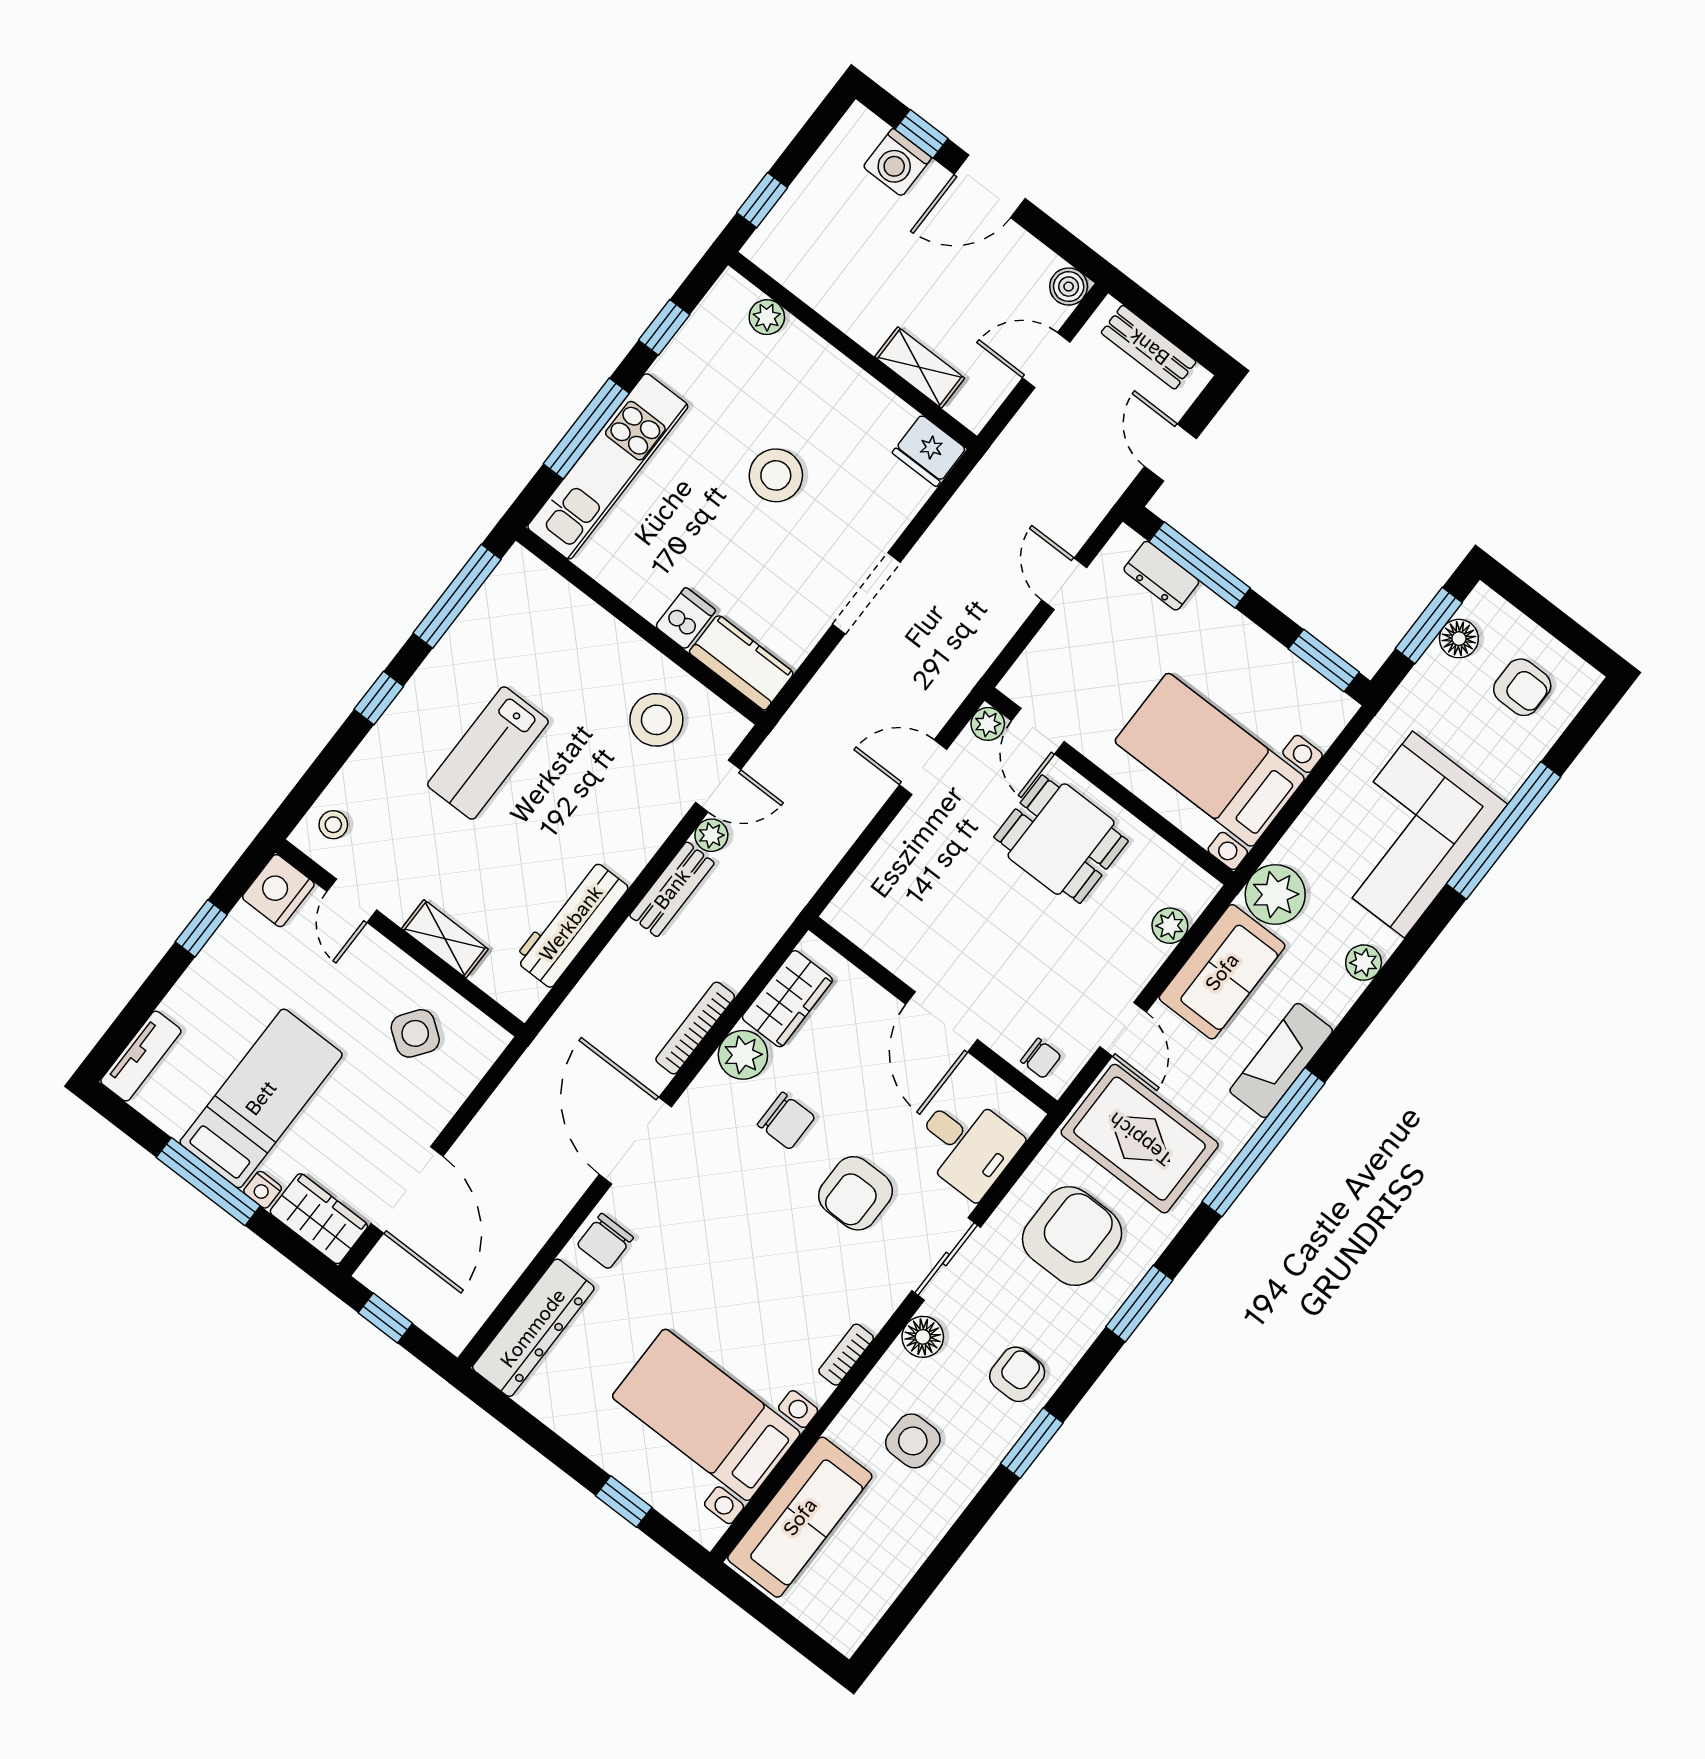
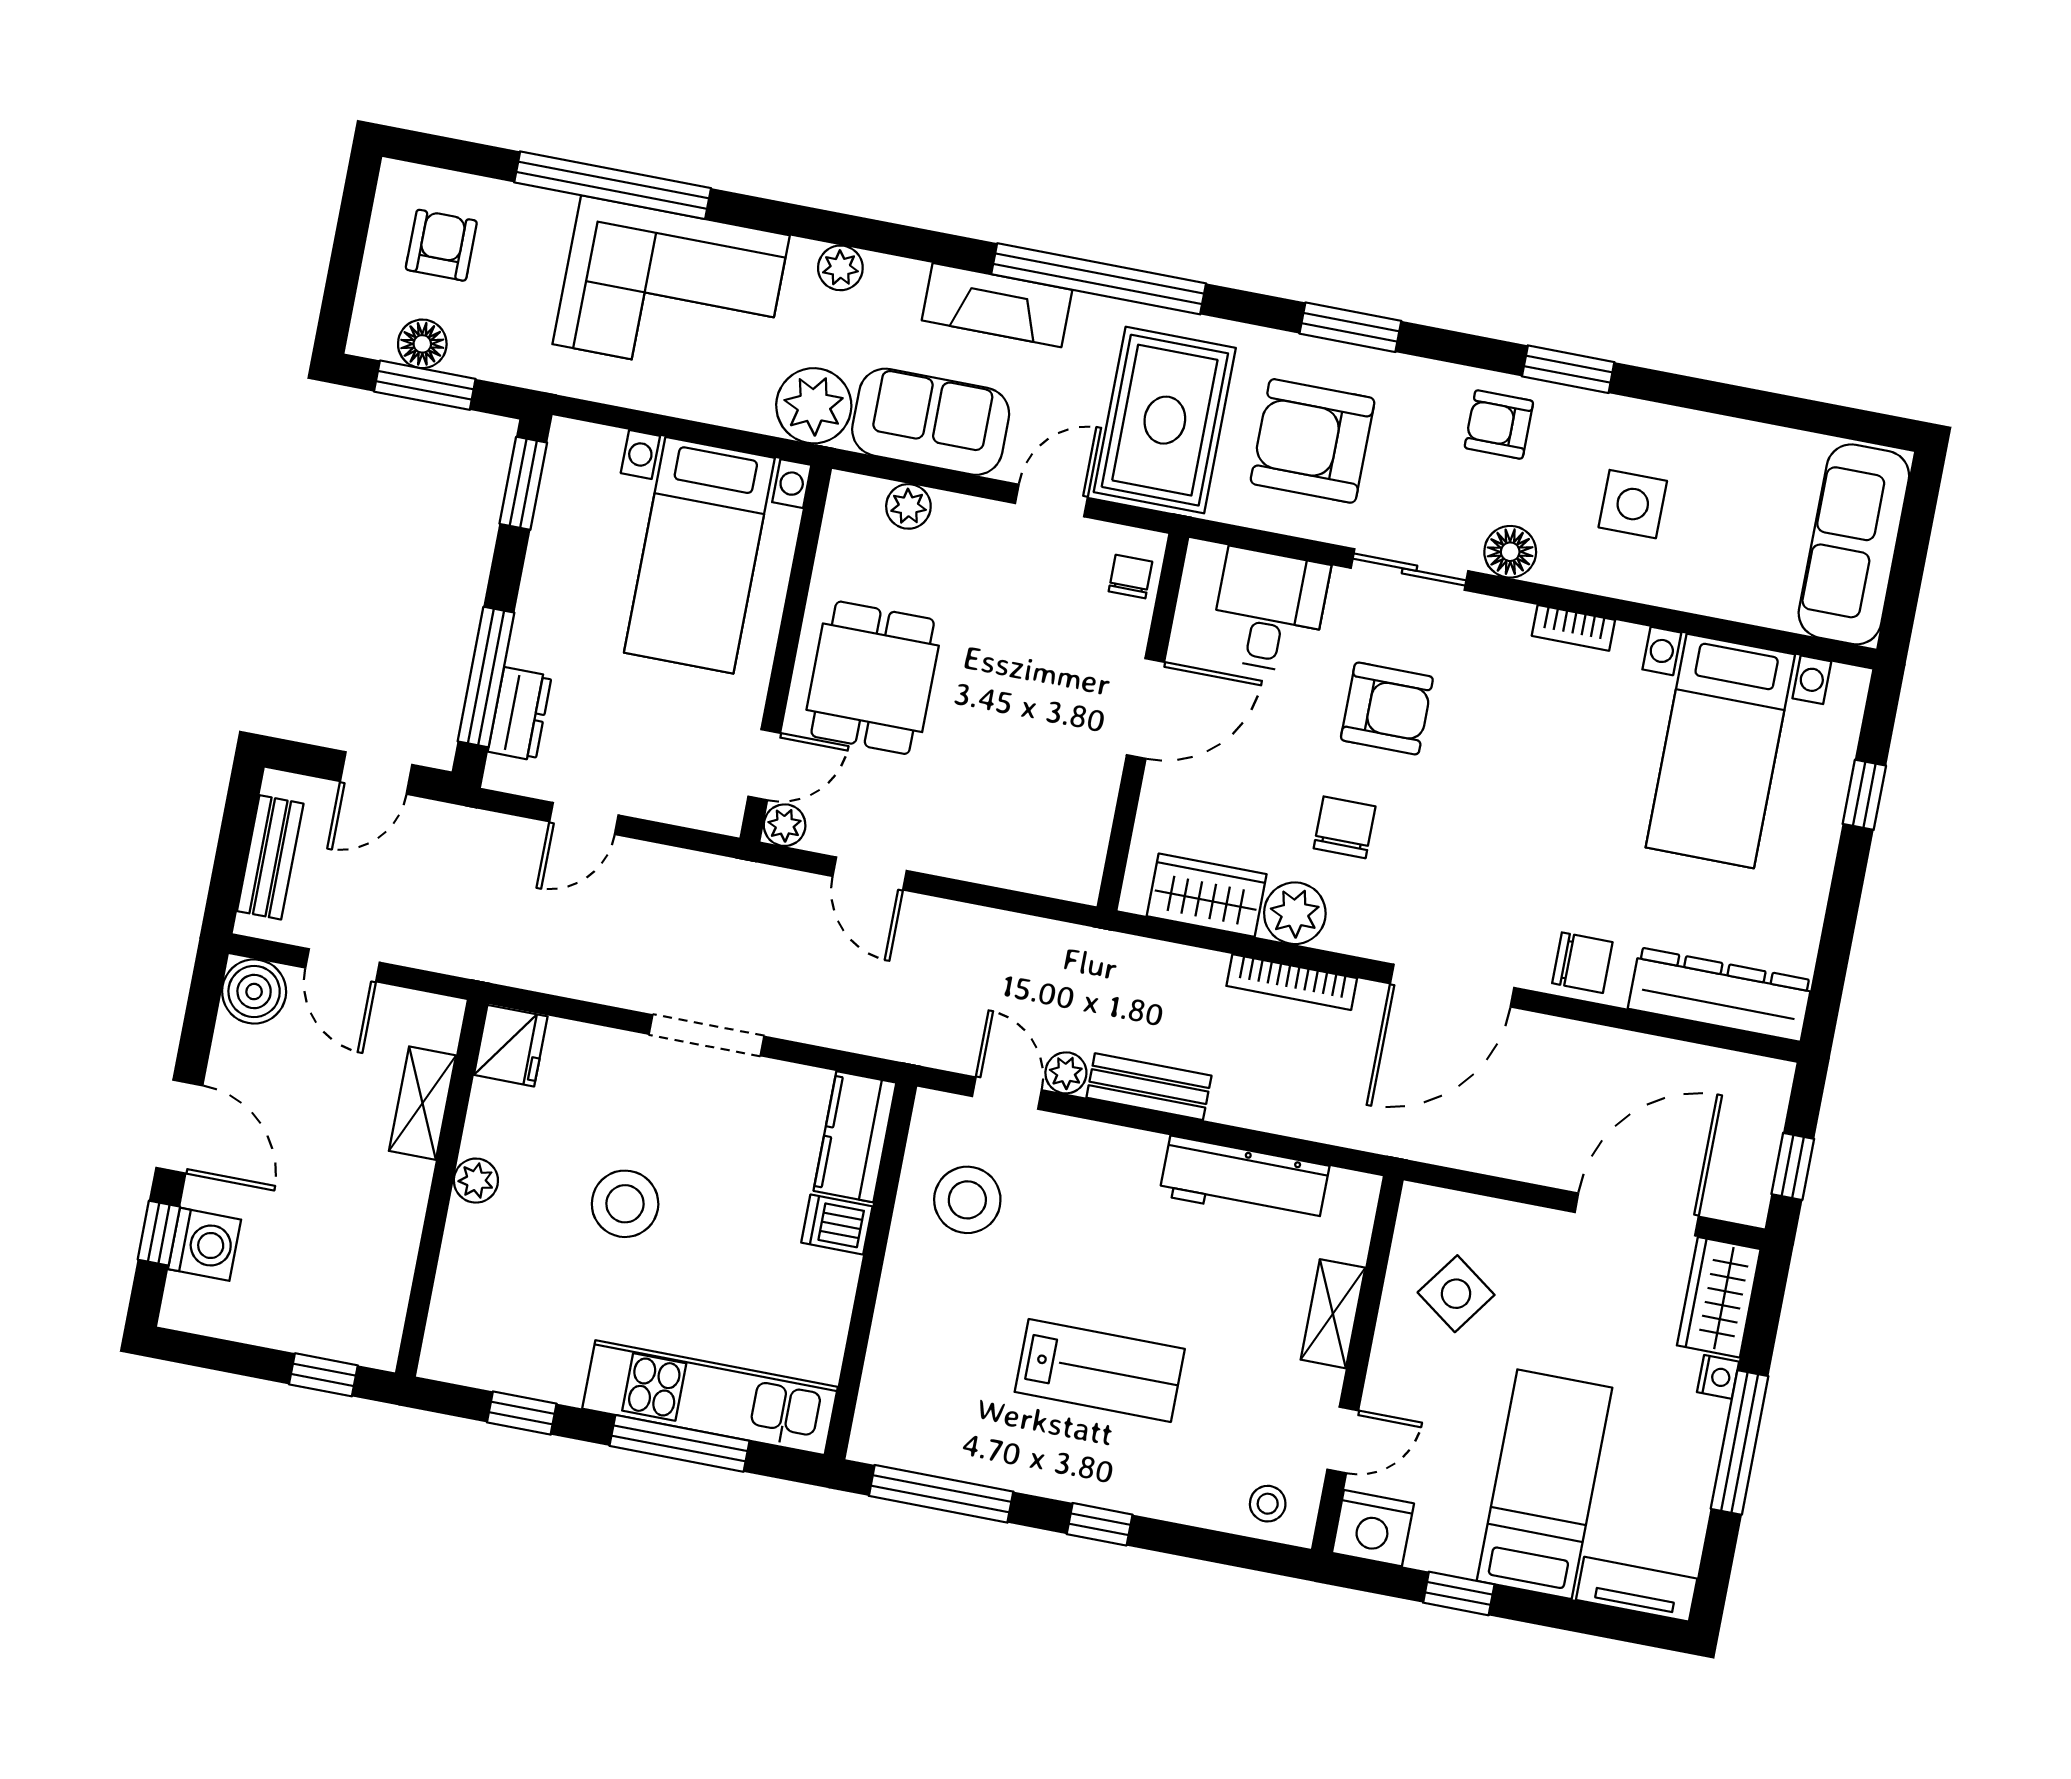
boiler: (1069, 287) -> (254, 992), width x1.36, depth x1.36
plant: (767, 317) -> (476, 1181), moved
bed: (261, 1098) -> (1545, 1484), moved, turned 90
sofa: (800, 1517) -> (1854, 544), moved, turned -90

